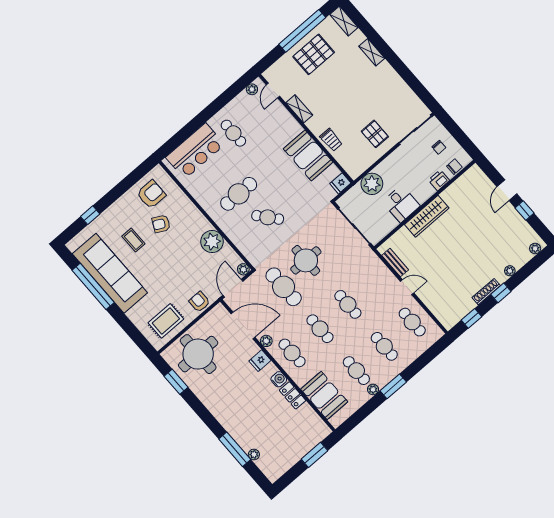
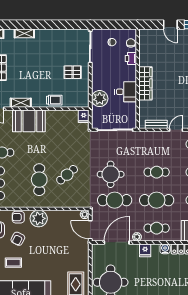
booth: (308, 155) -> (29, 121), moved
plant: (212, 242) -> (39, 218), moved
armchair: (199, 302) -> (18, 217), moved
cafe table: (320, 329) -> (157, 200), width x1.37, depth x1.35

